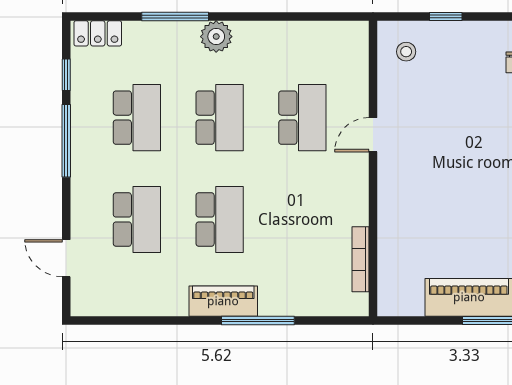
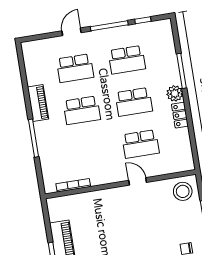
locker: (98, 33) -> (180, 115), moved
stool: (406, 52) -> (183, 191), width x1.89, depth x1.89
door: (66, 258) -> (71, 32), moved
piano: (223, 301) -> (38, 103), moved

